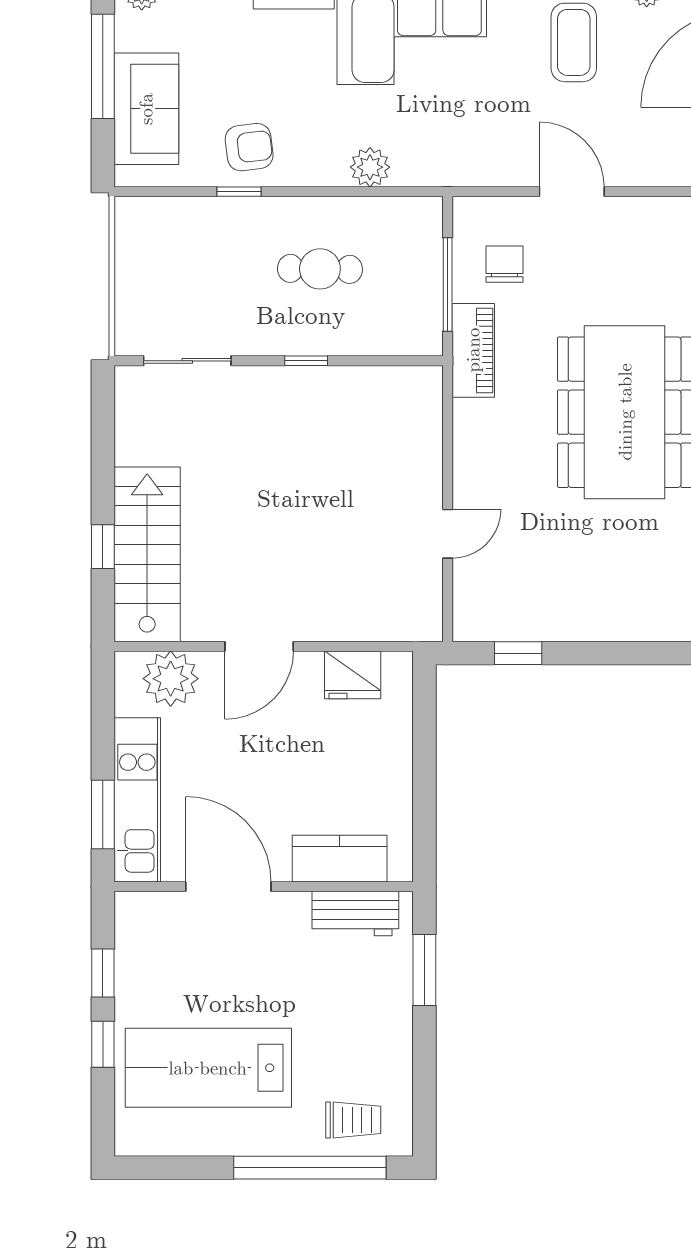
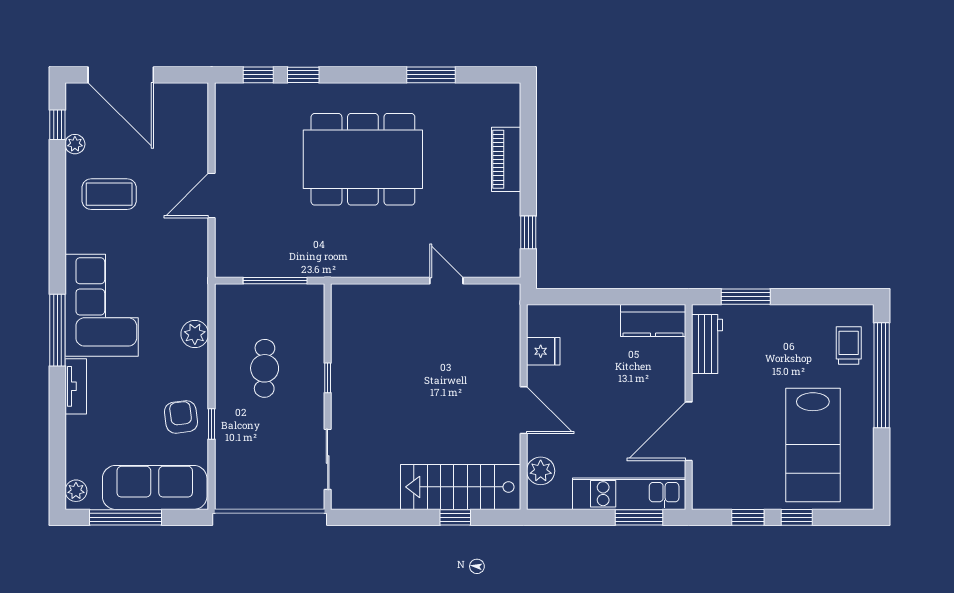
sofa: (146, 109) -> (155, 487), width x1.36
chair: (505, 264) -> (261, 242), removed
piano: (473, 350) -> (506, 159), moved, turned -90
fridge: (353, 675) -> (543, 351), width x0.72
plant: (171, 679) -> (541, 471), width x0.73, depth x0.73
kitchen counter: (340, 859) -> (653, 321), moved, turned -90

